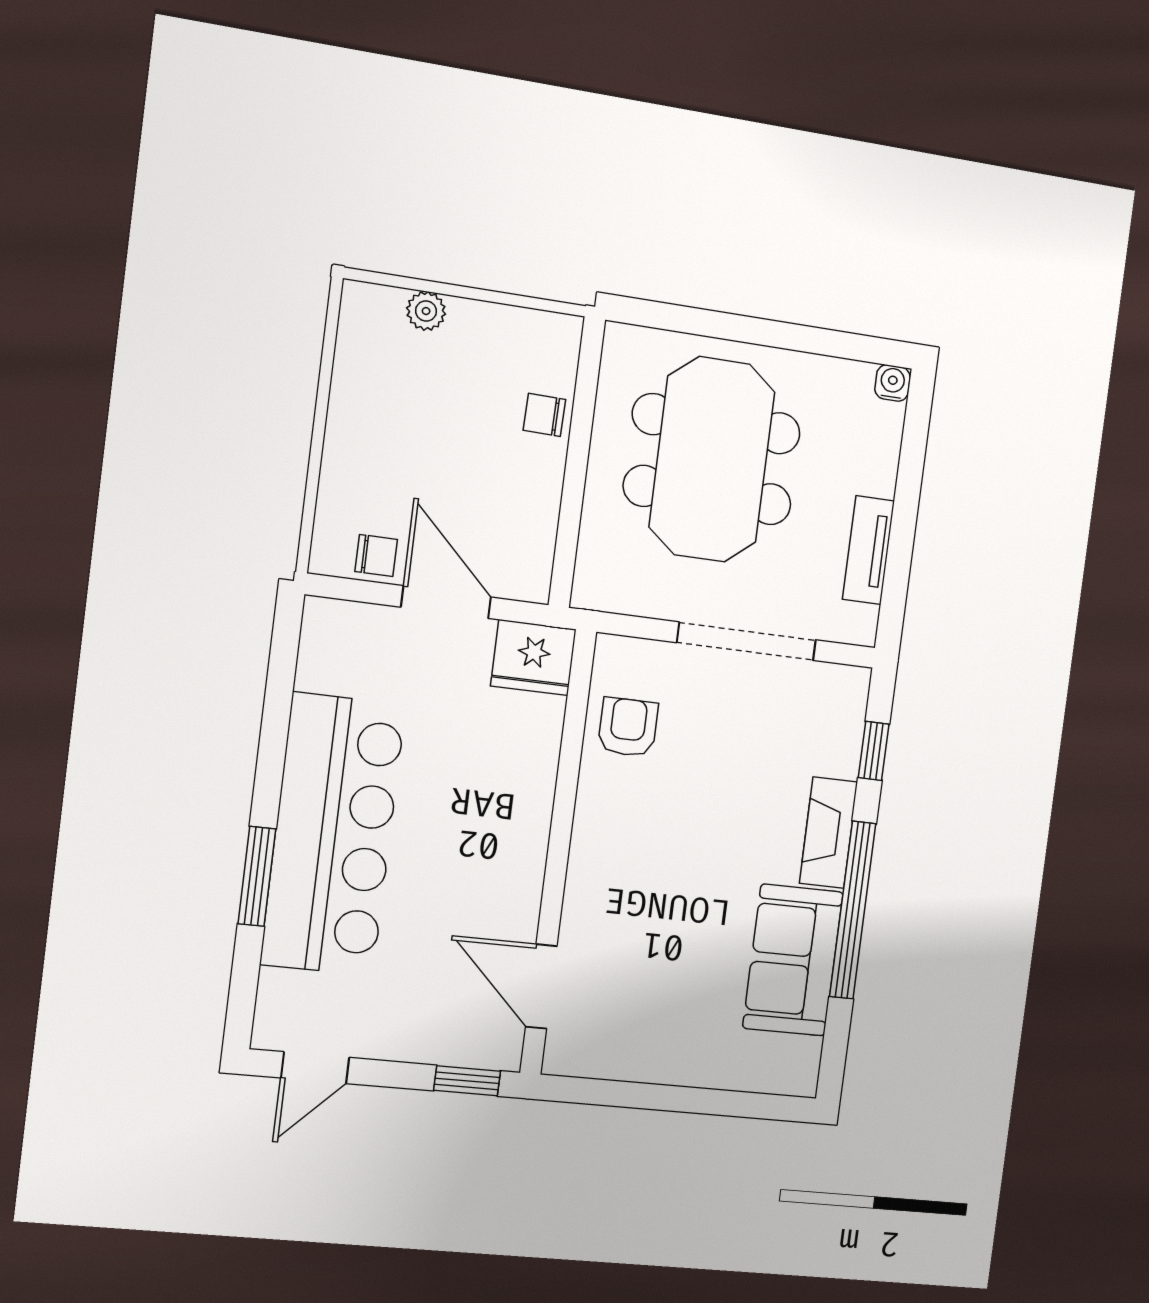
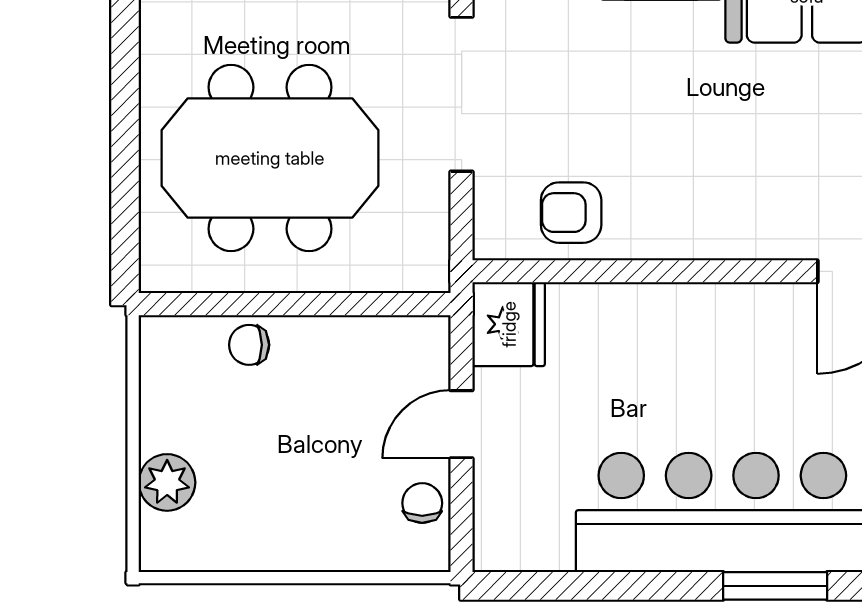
plant: (426, 311) -> (167, 482), width x1.38, depth x1.38
chair: (544, 415) -> (249, 345), turned 89
door: (446, 602) -> (462, 424), width x0.73

